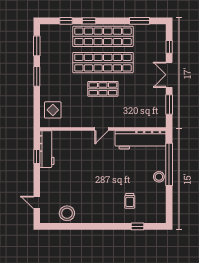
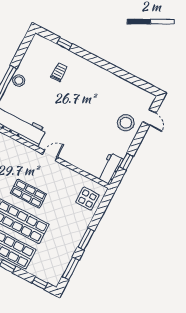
window: (66, 21) -> (40, 283), moved
workbench: (47, 149) -> (110, 169), width x0.73
stool: (67, 213) -> (126, 123), moved

